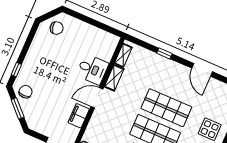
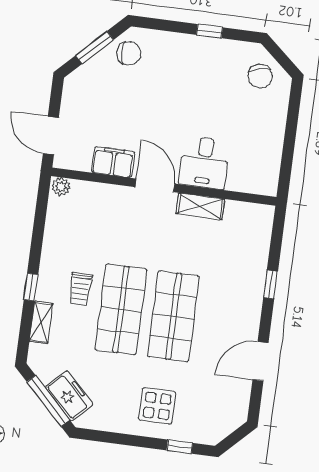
shelving: (123, 55) -> (246, 211), removed
window: (16, 70) -> (210, 31), moved

